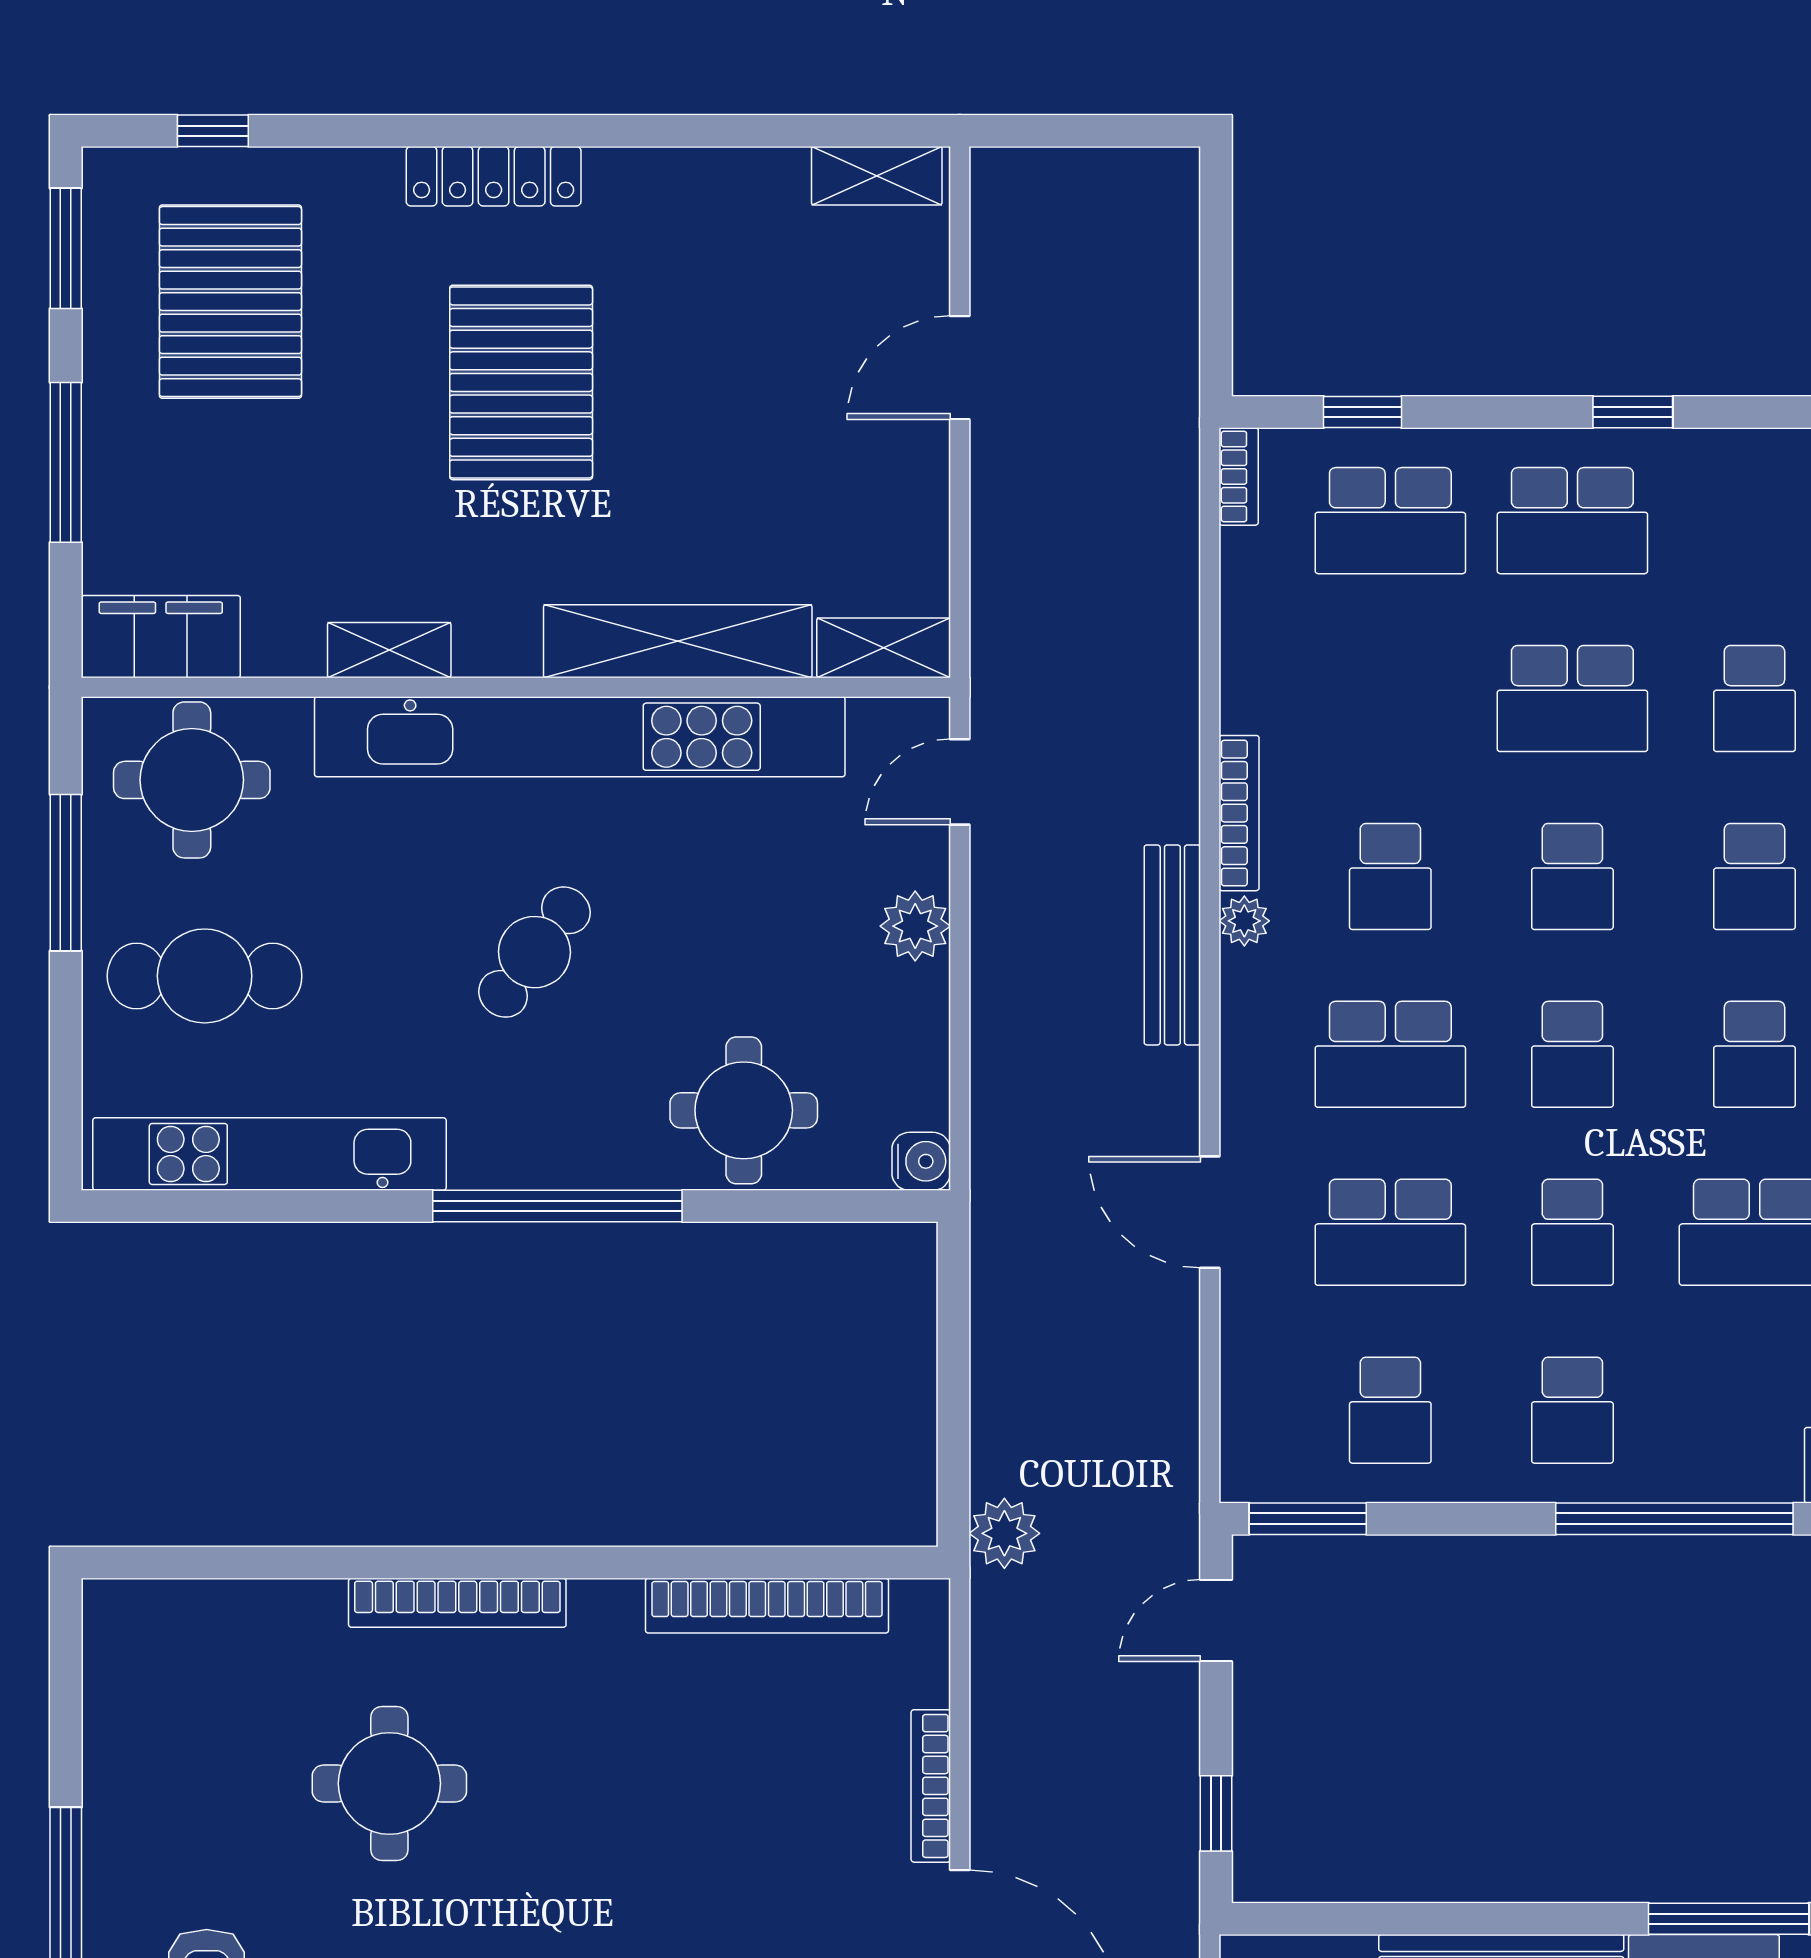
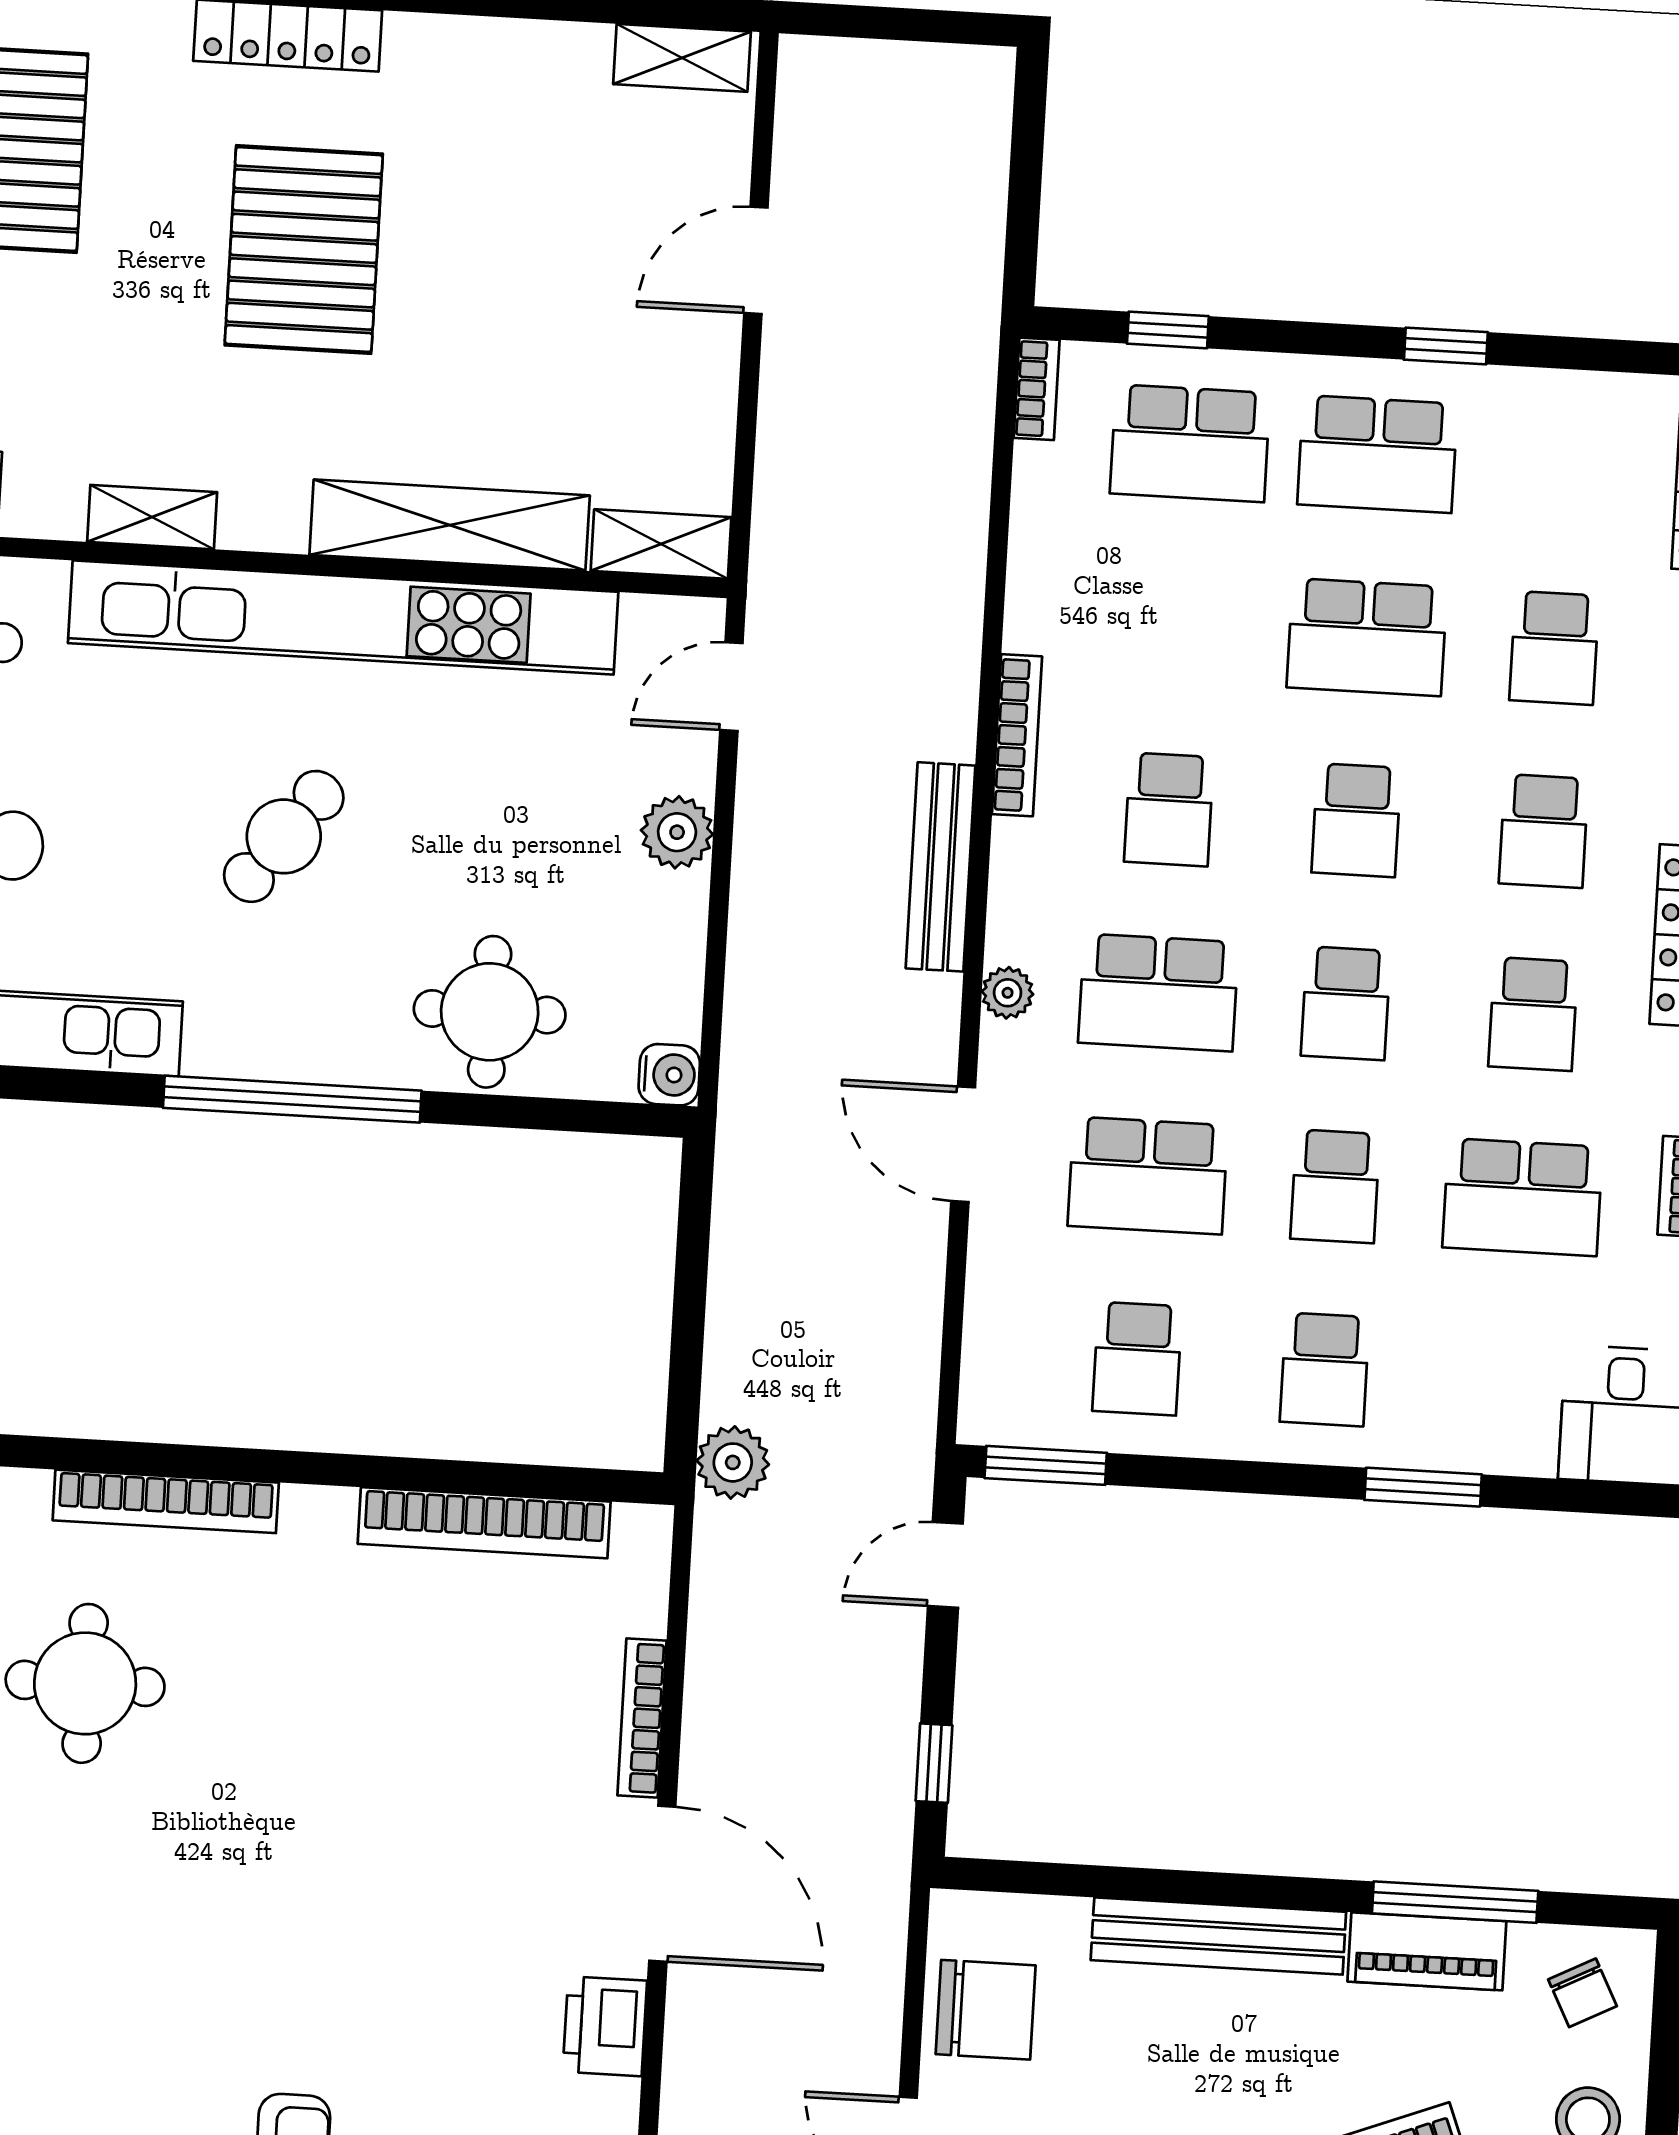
plant: (1244, 921) -> (1008, 993), moved
window: (1674, 1519) -> (1423, 1487), width x0.47

